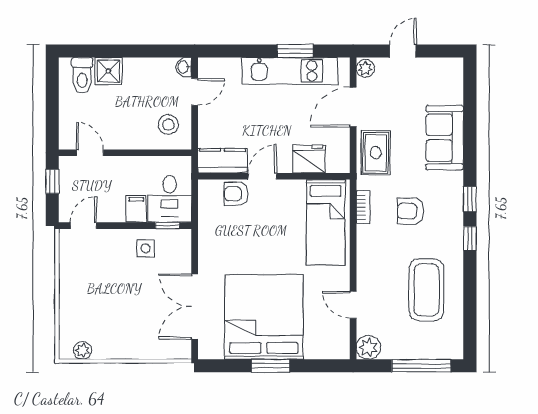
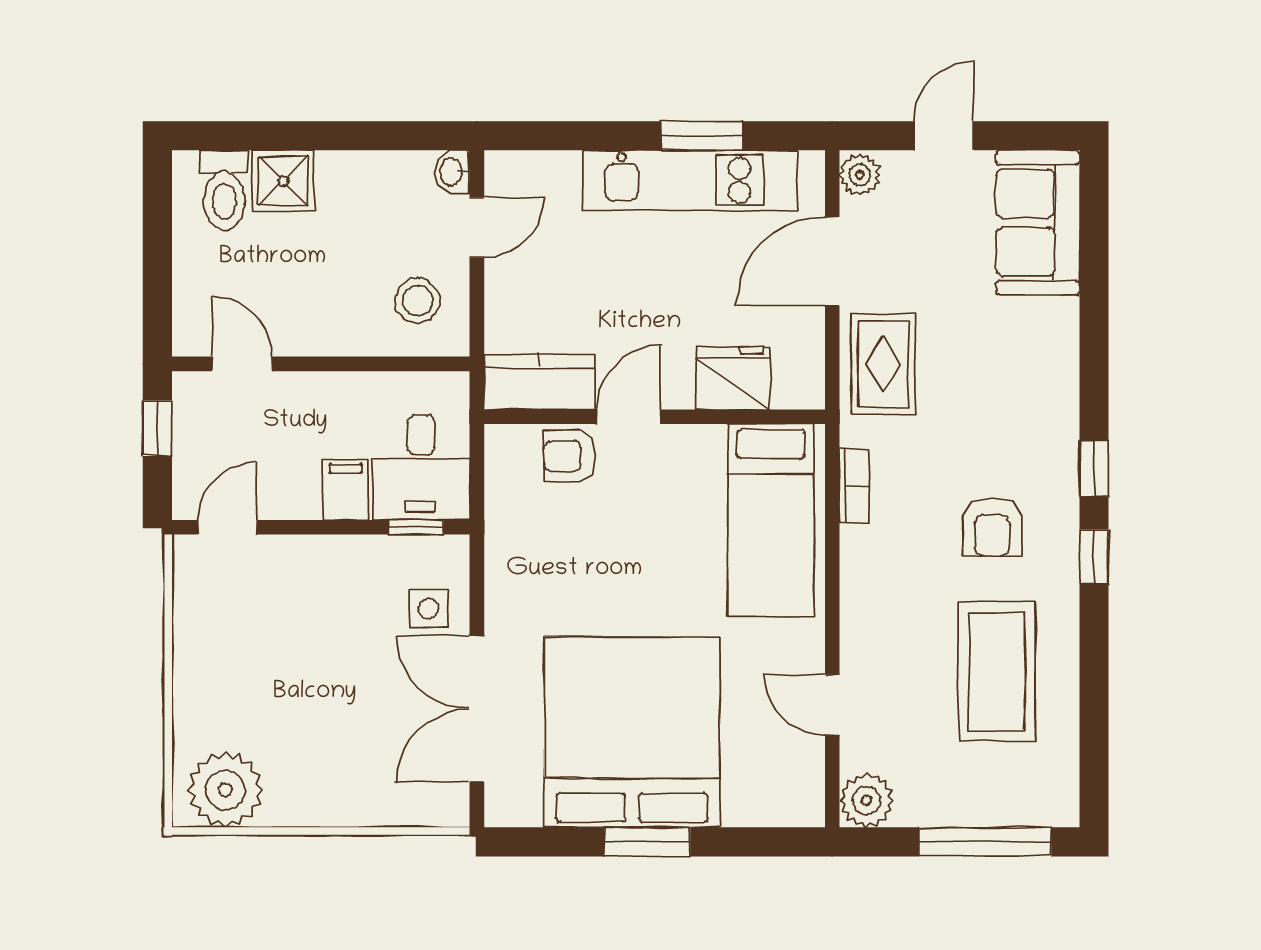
sofa: (445, 138) -> (1038, 223), moved
armchair: (411, 211) -> (992, 527), moved, turned -90
side table: (146, 248) -> (429, 609), moved
plant: (83, 350) -> (225, 790), width x1.87, depth x1.87

